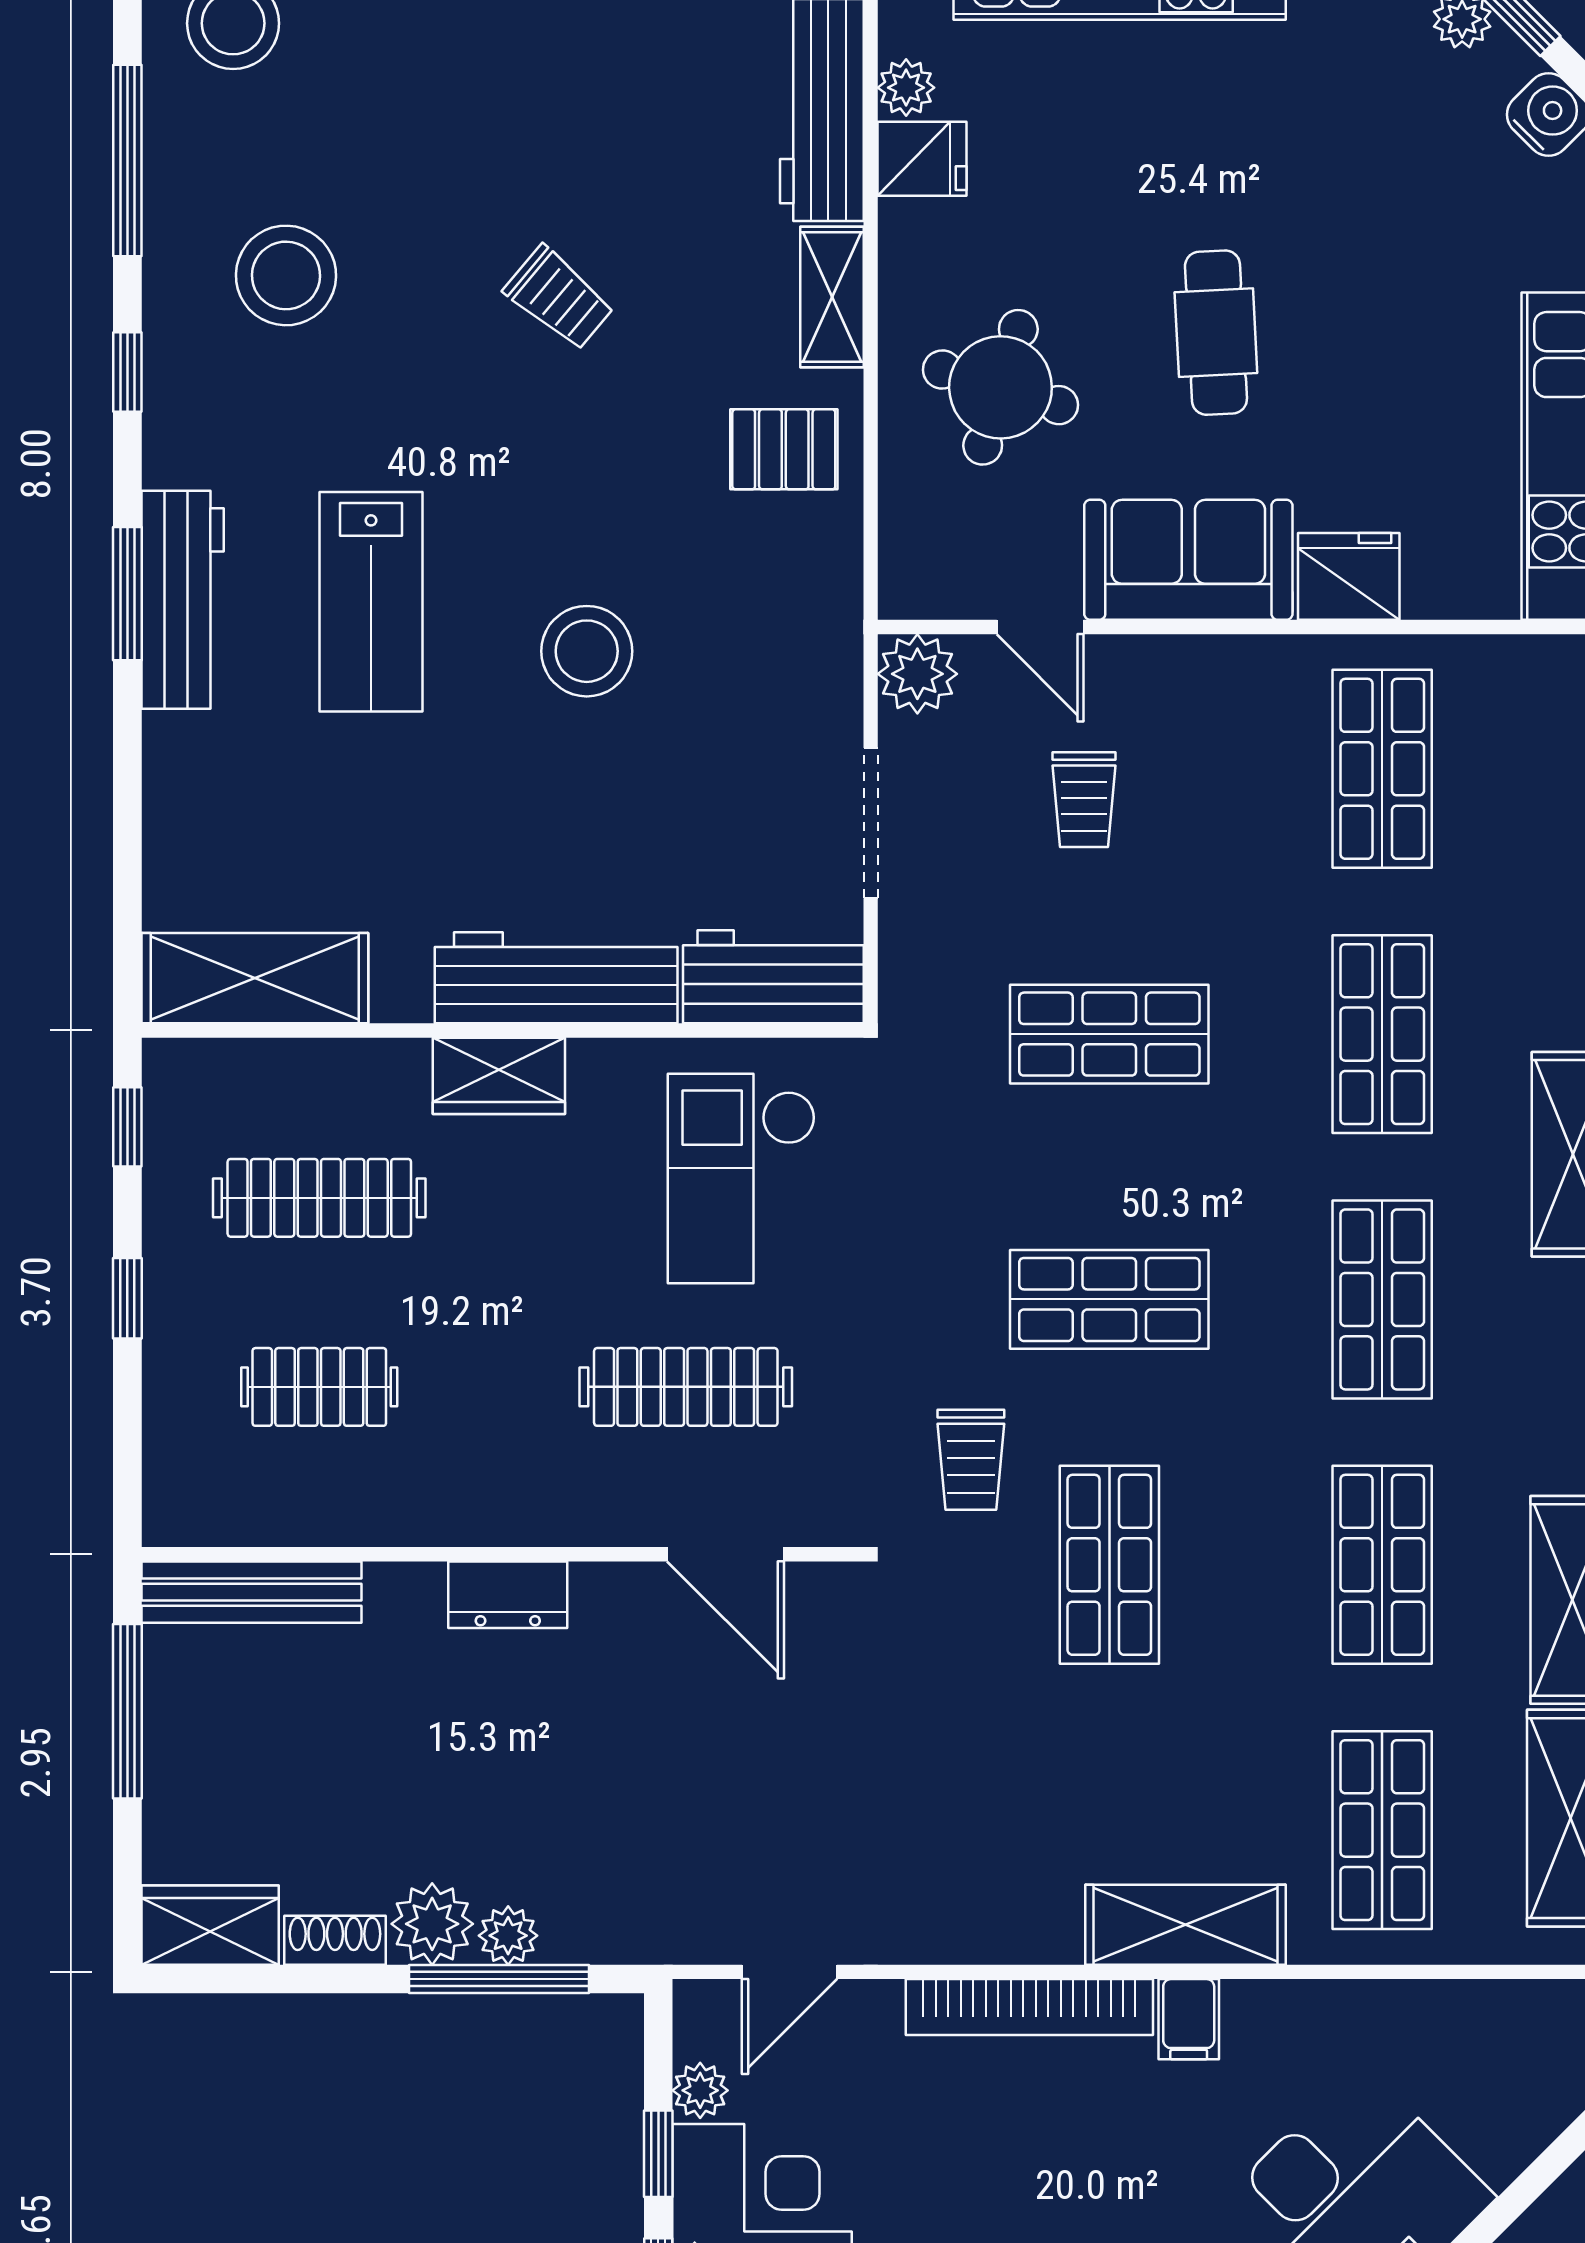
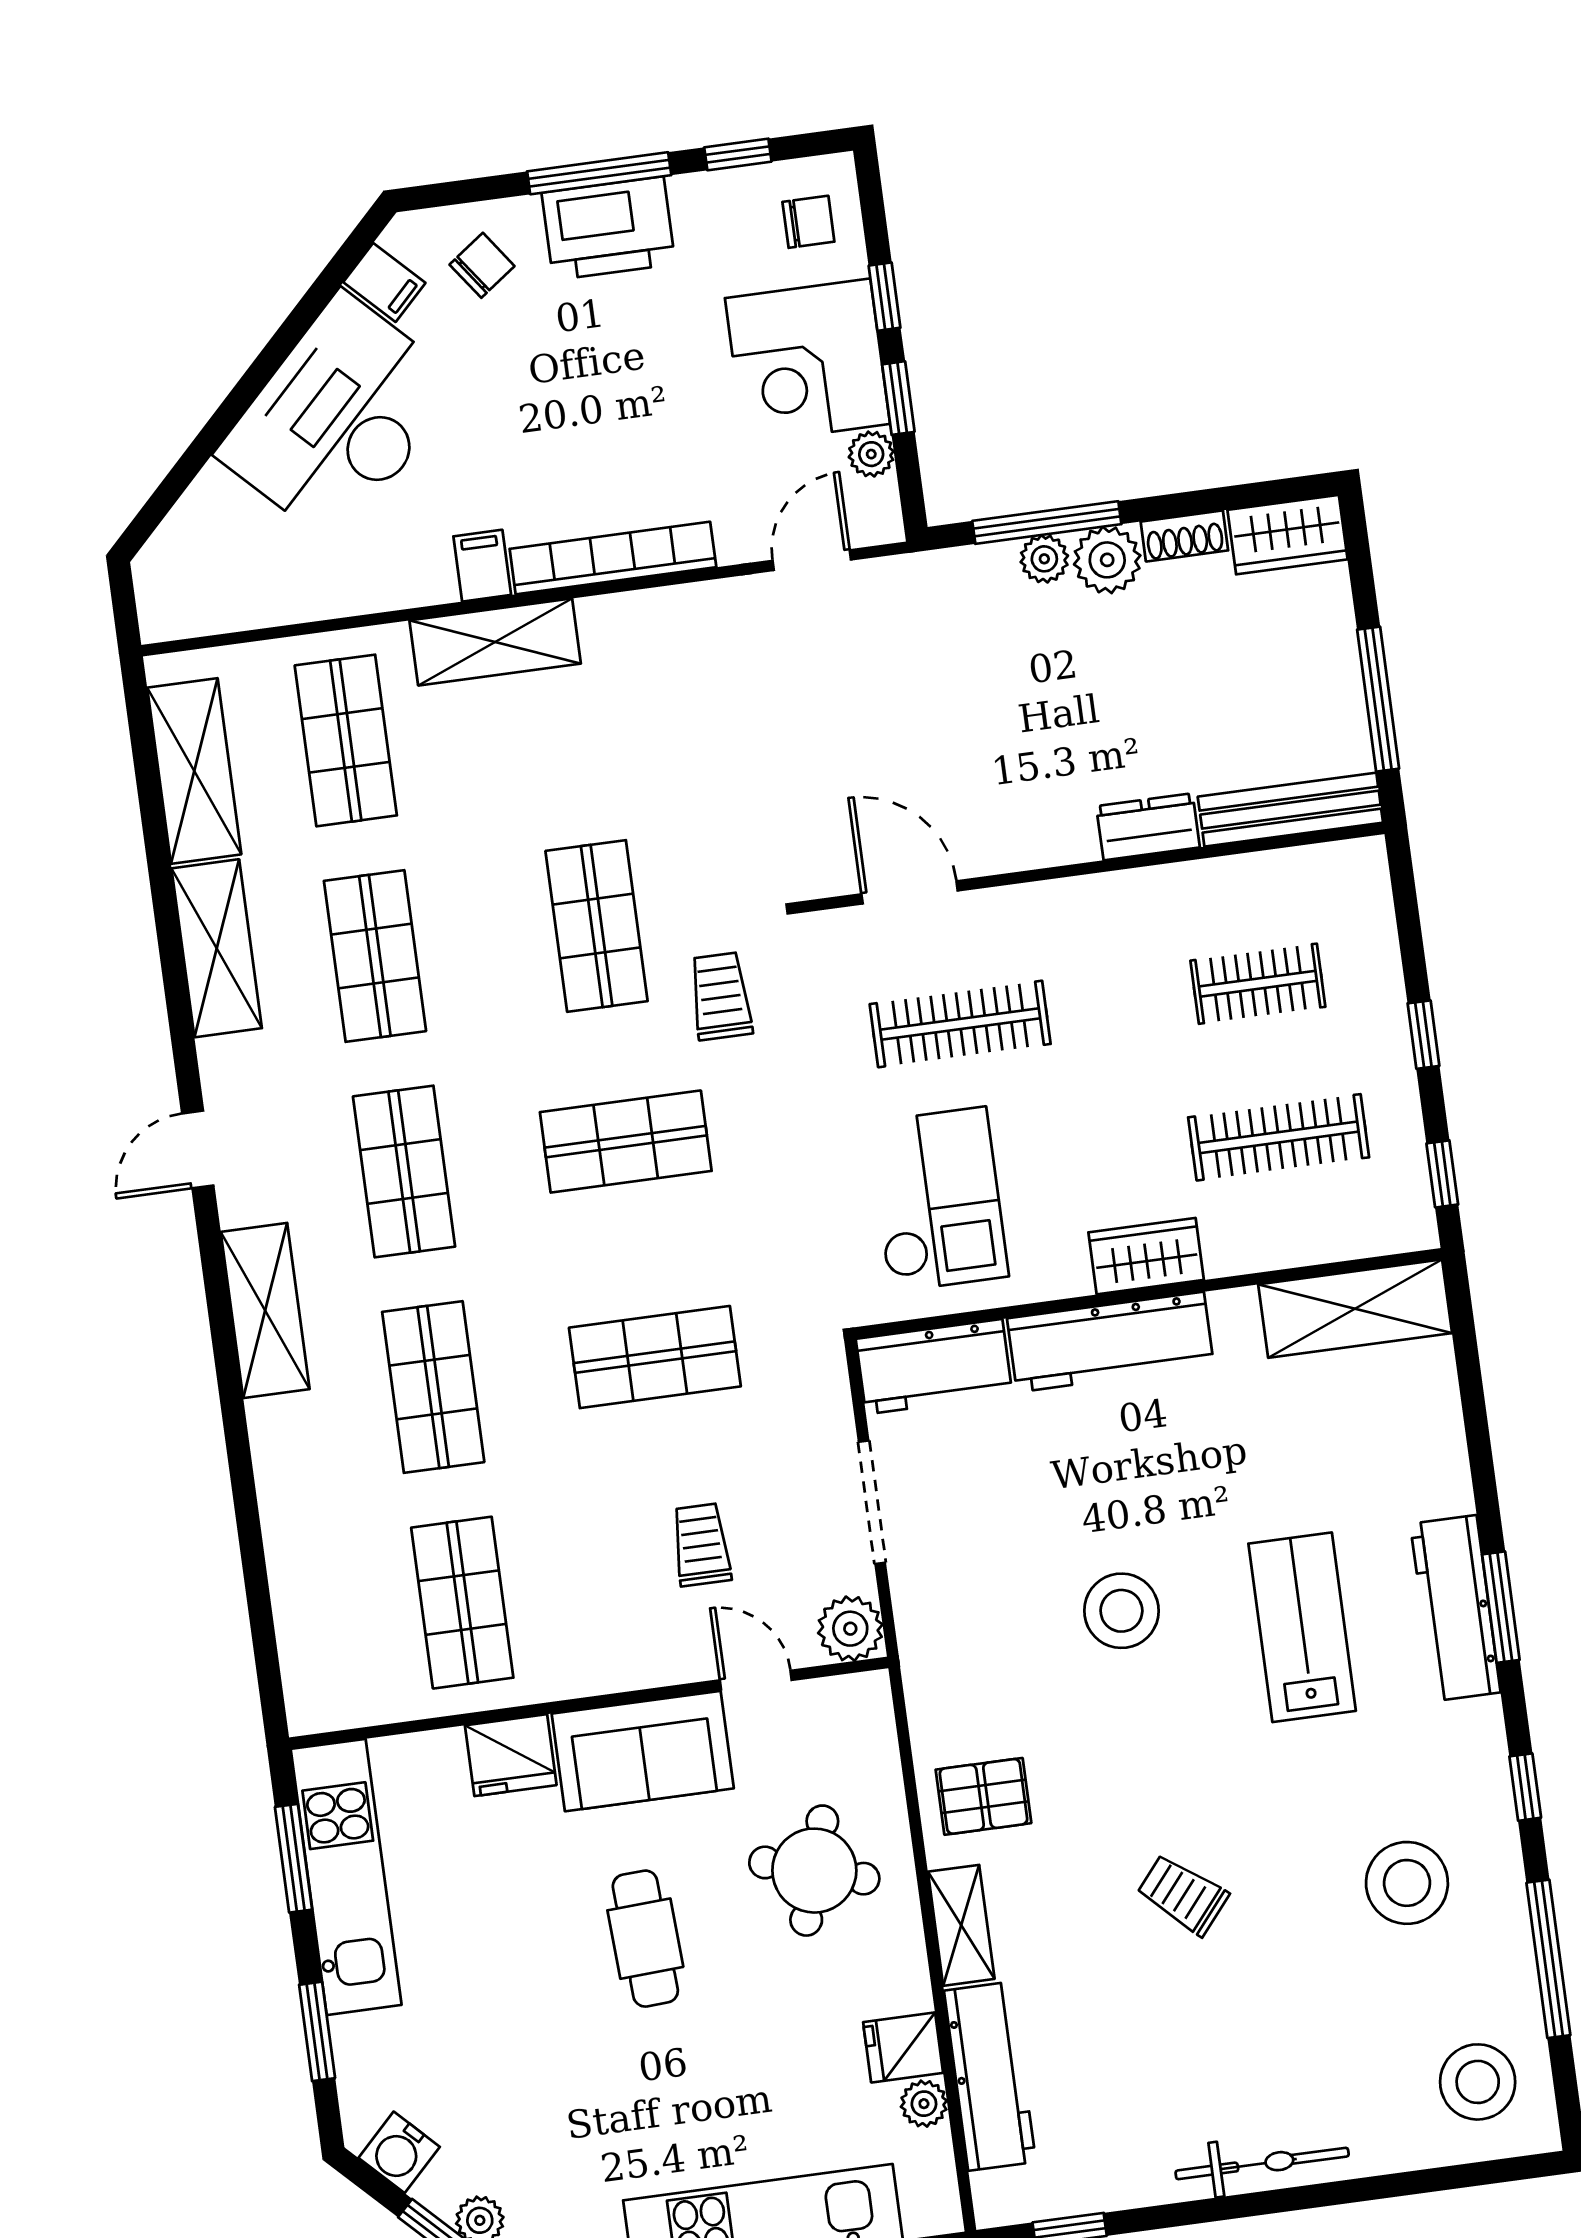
dresser: (508, 1595) -> (1148, 827), moved

